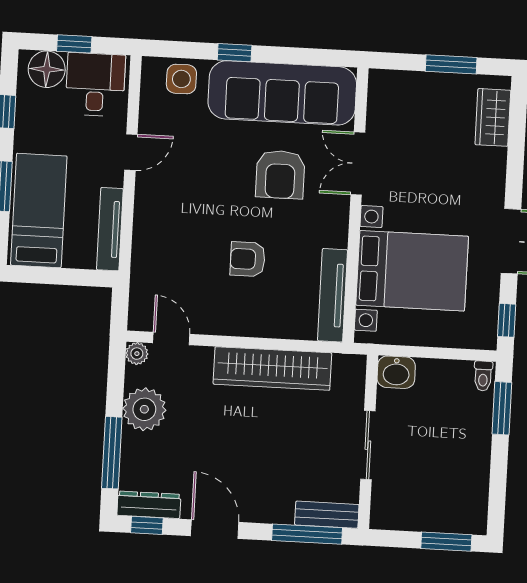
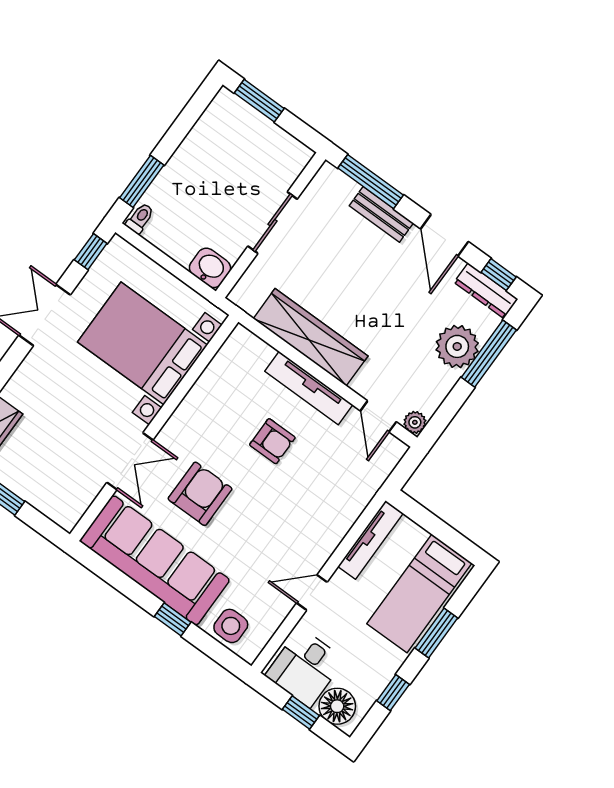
tv unit: (333, 295) -> (309, 388), moved, turned 90
plant: (144, 409) -> (457, 346), moved
bench: (327, 515) -> (381, 214), moved

